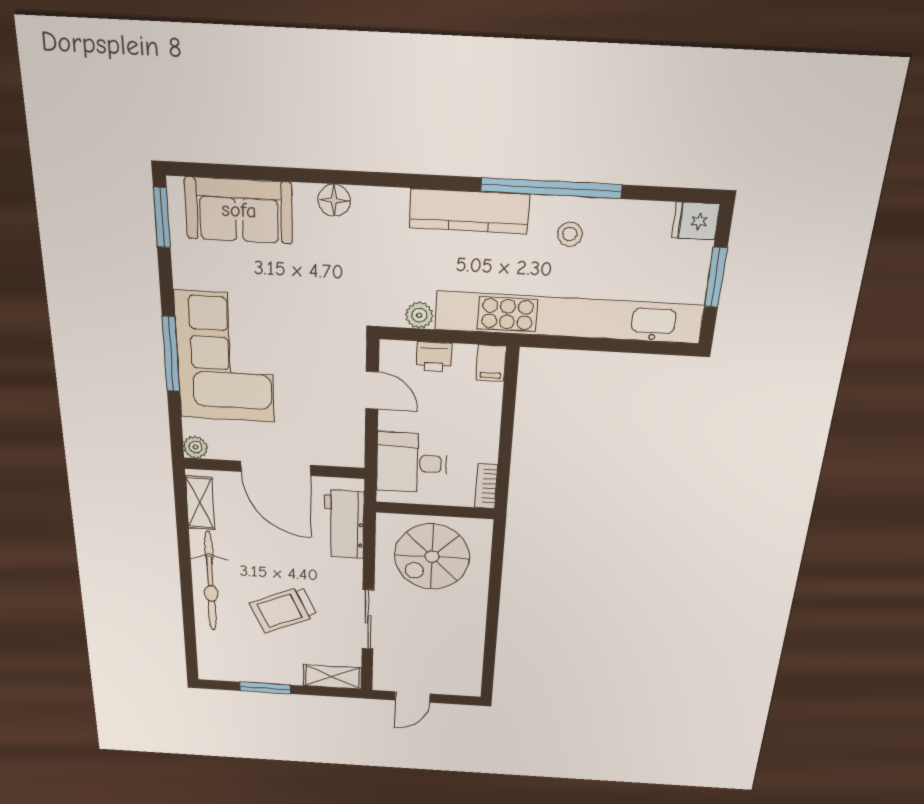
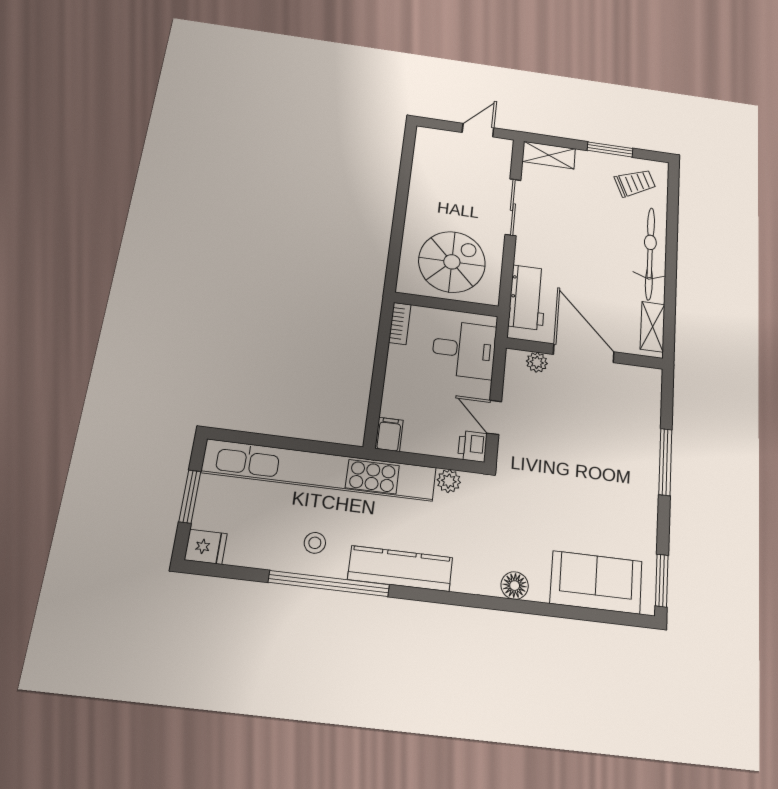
corner sofa: (225, 357) -> (619, 456), removed
printer: (434, 357) -> (472, 446), moved, turned -90
plant: (196, 447) -> (537, 362), moved
trolley: (283, 610) -> (635, 183), moved, width x0.73, depth x0.72

